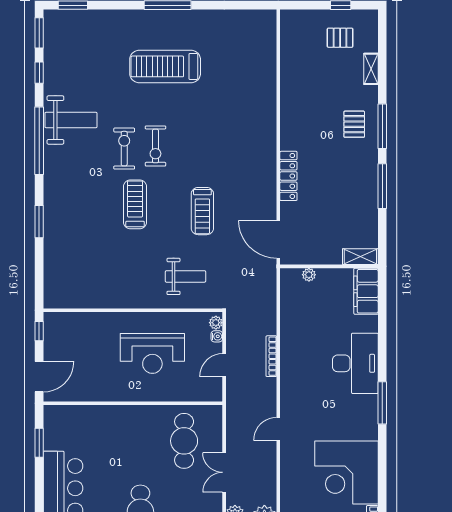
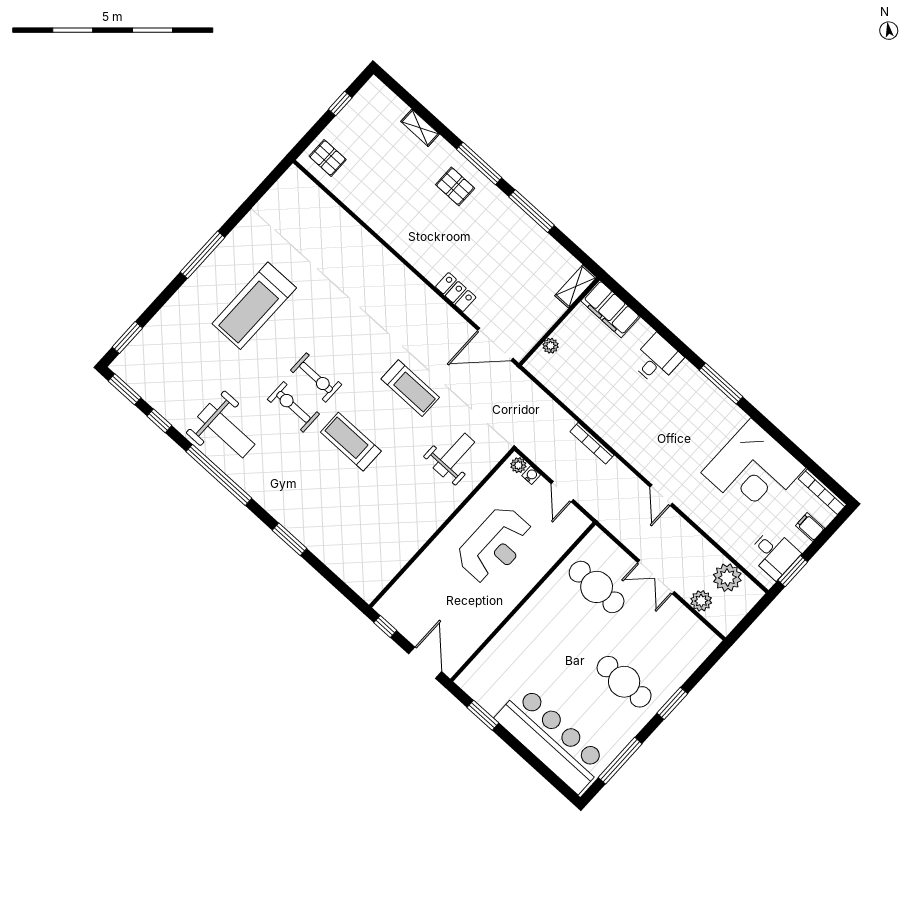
pallet: (340, 38) -> (328, 158), moved, turned 90
weight bench: (71, 120) -> (226, 431), turned 90
locker: (288, 176) -> (456, 292), width x0.66
desk: (355, 363) -> (657, 360), width x0.53, depth x0.77

